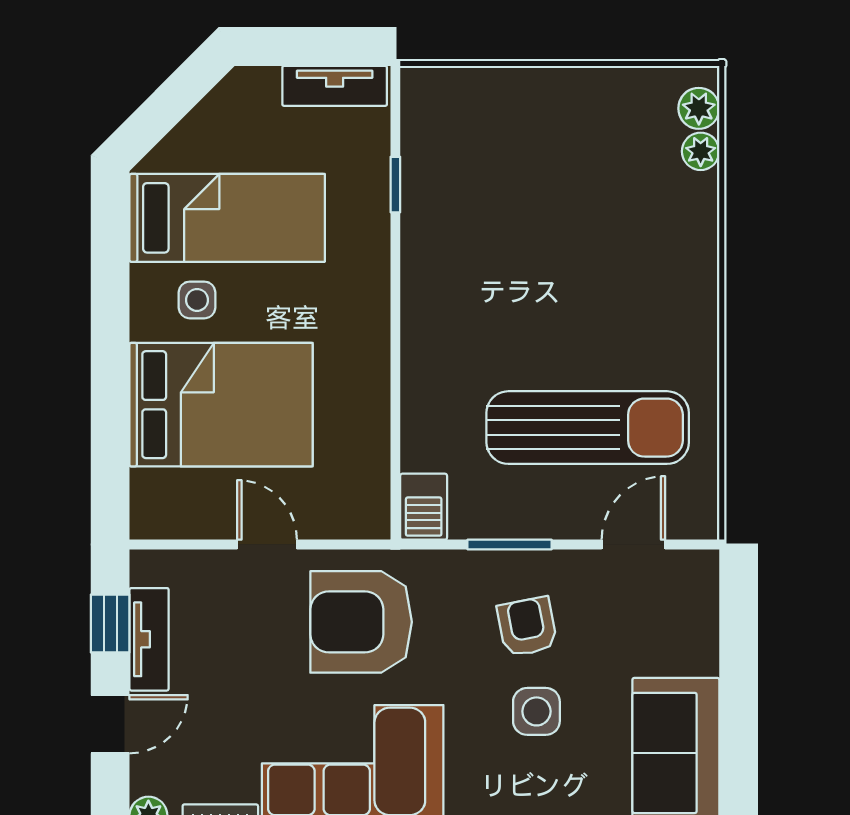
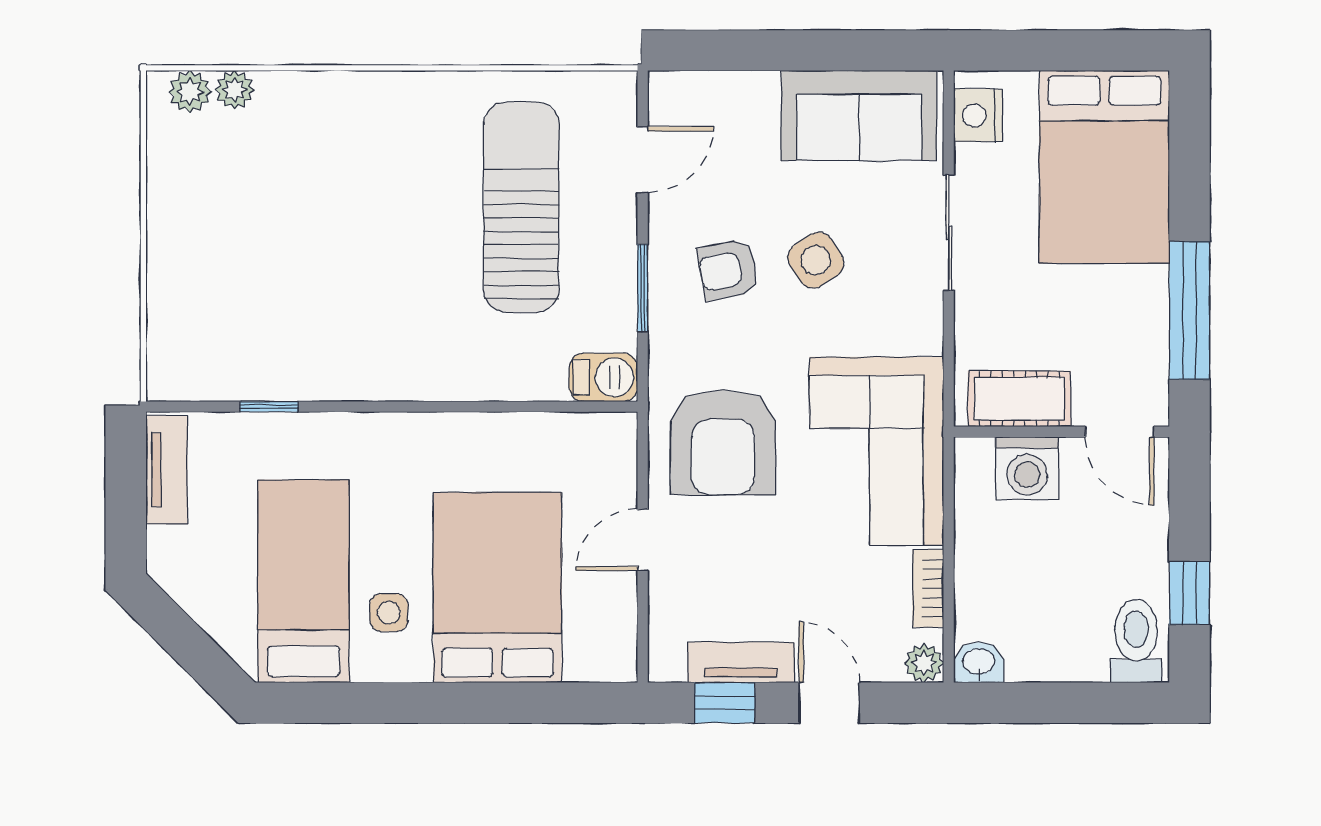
door: (633, 544) -> (643, 160), swing flipped
side table: (536, 711) -> (816, 260), turned -33

